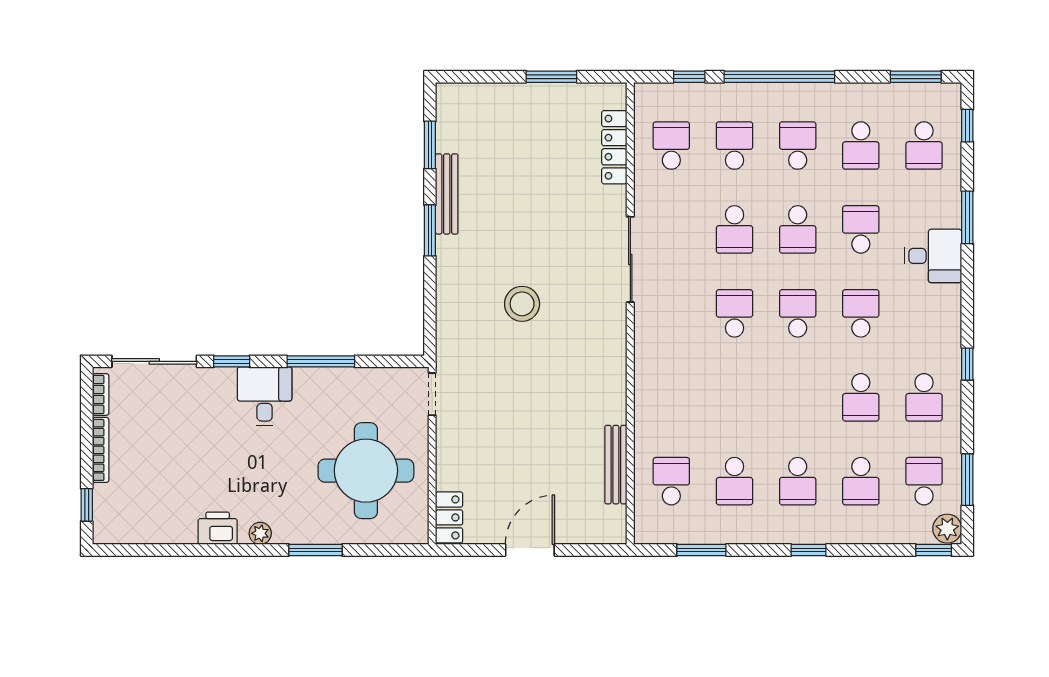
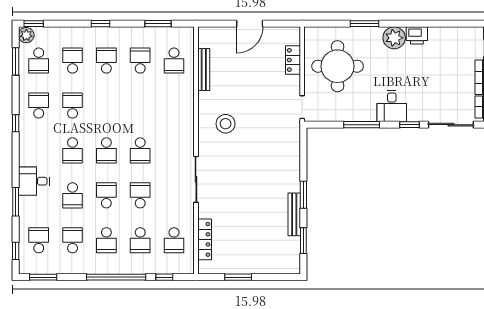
stool: (522, 304) -> (226, 124), moved
locker: (449, 517) -> (293, 60), moved
plant: (260, 533) -> (394, 38), width x1.87, depth x1.87

